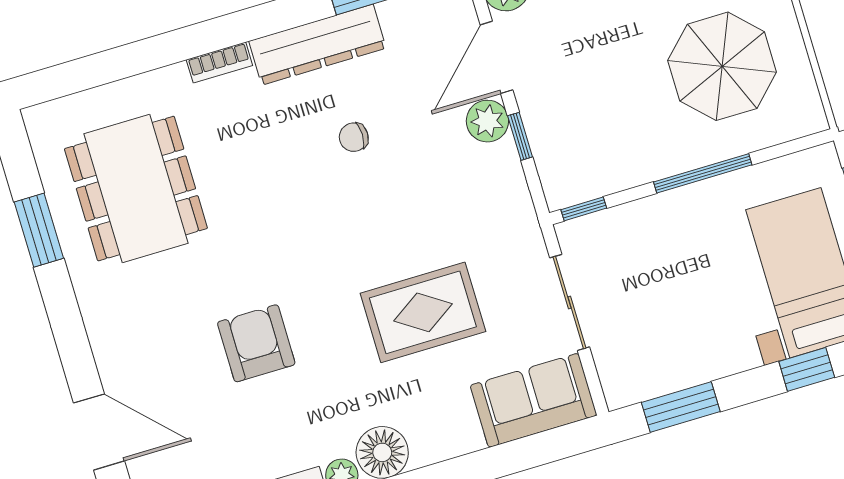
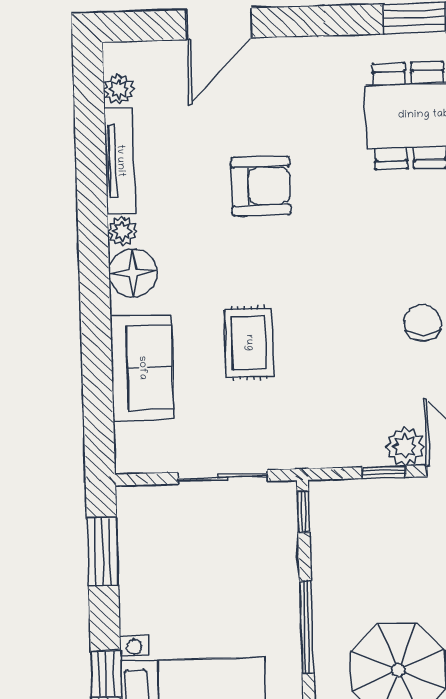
chair: (354, 137) -> (423, 323), width x1.37, depth x1.37
rug: (423, 312) -> (249, 343), width x0.73, depth x0.70
sofa: (534, 400) -> (142, 368), moved

